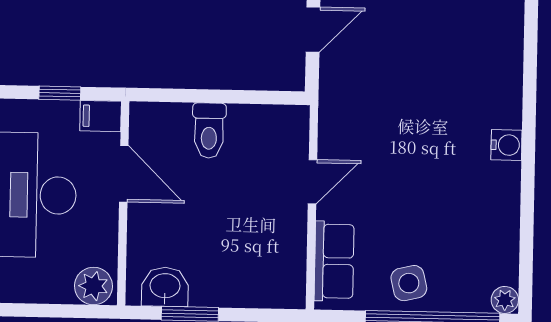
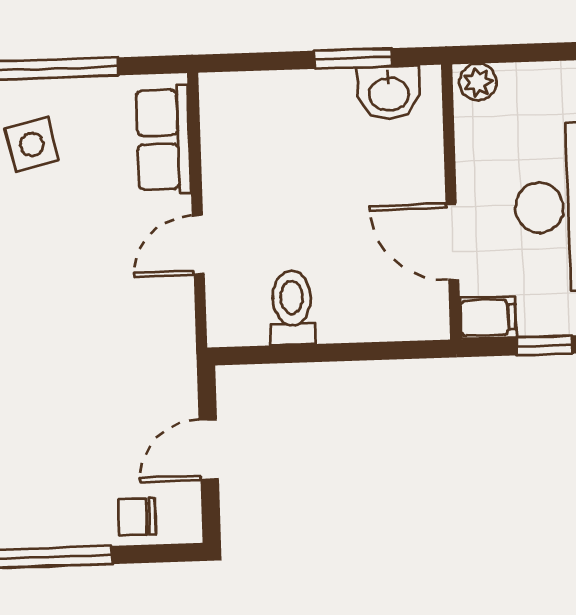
toilet: (209, 131) -> (292, 308), moved
side table: (409, 283) -> (32, 145), moved
plant: (93, 286) -> (478, 82), width x0.73, depth x0.73

